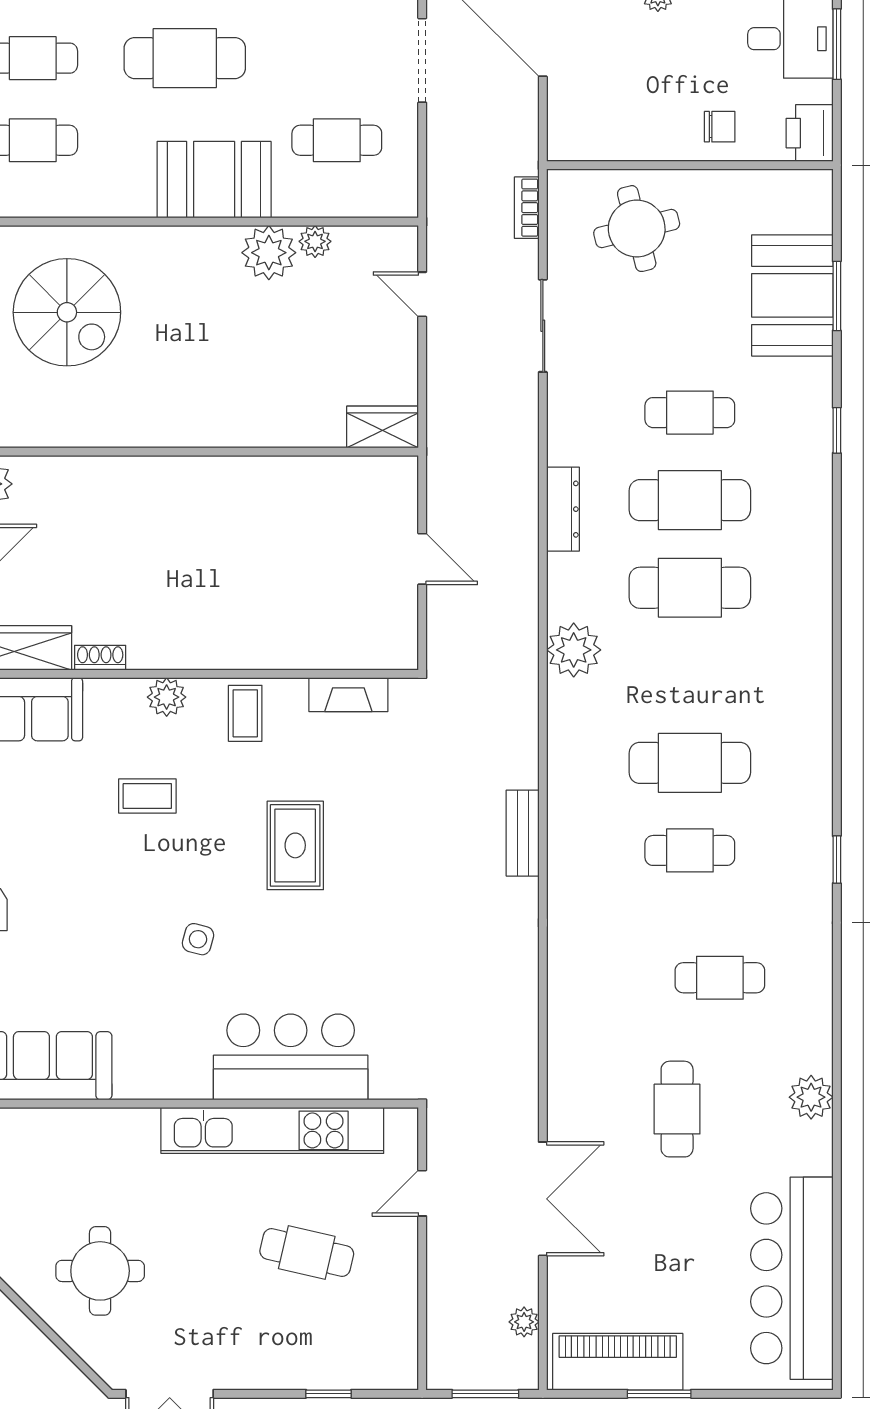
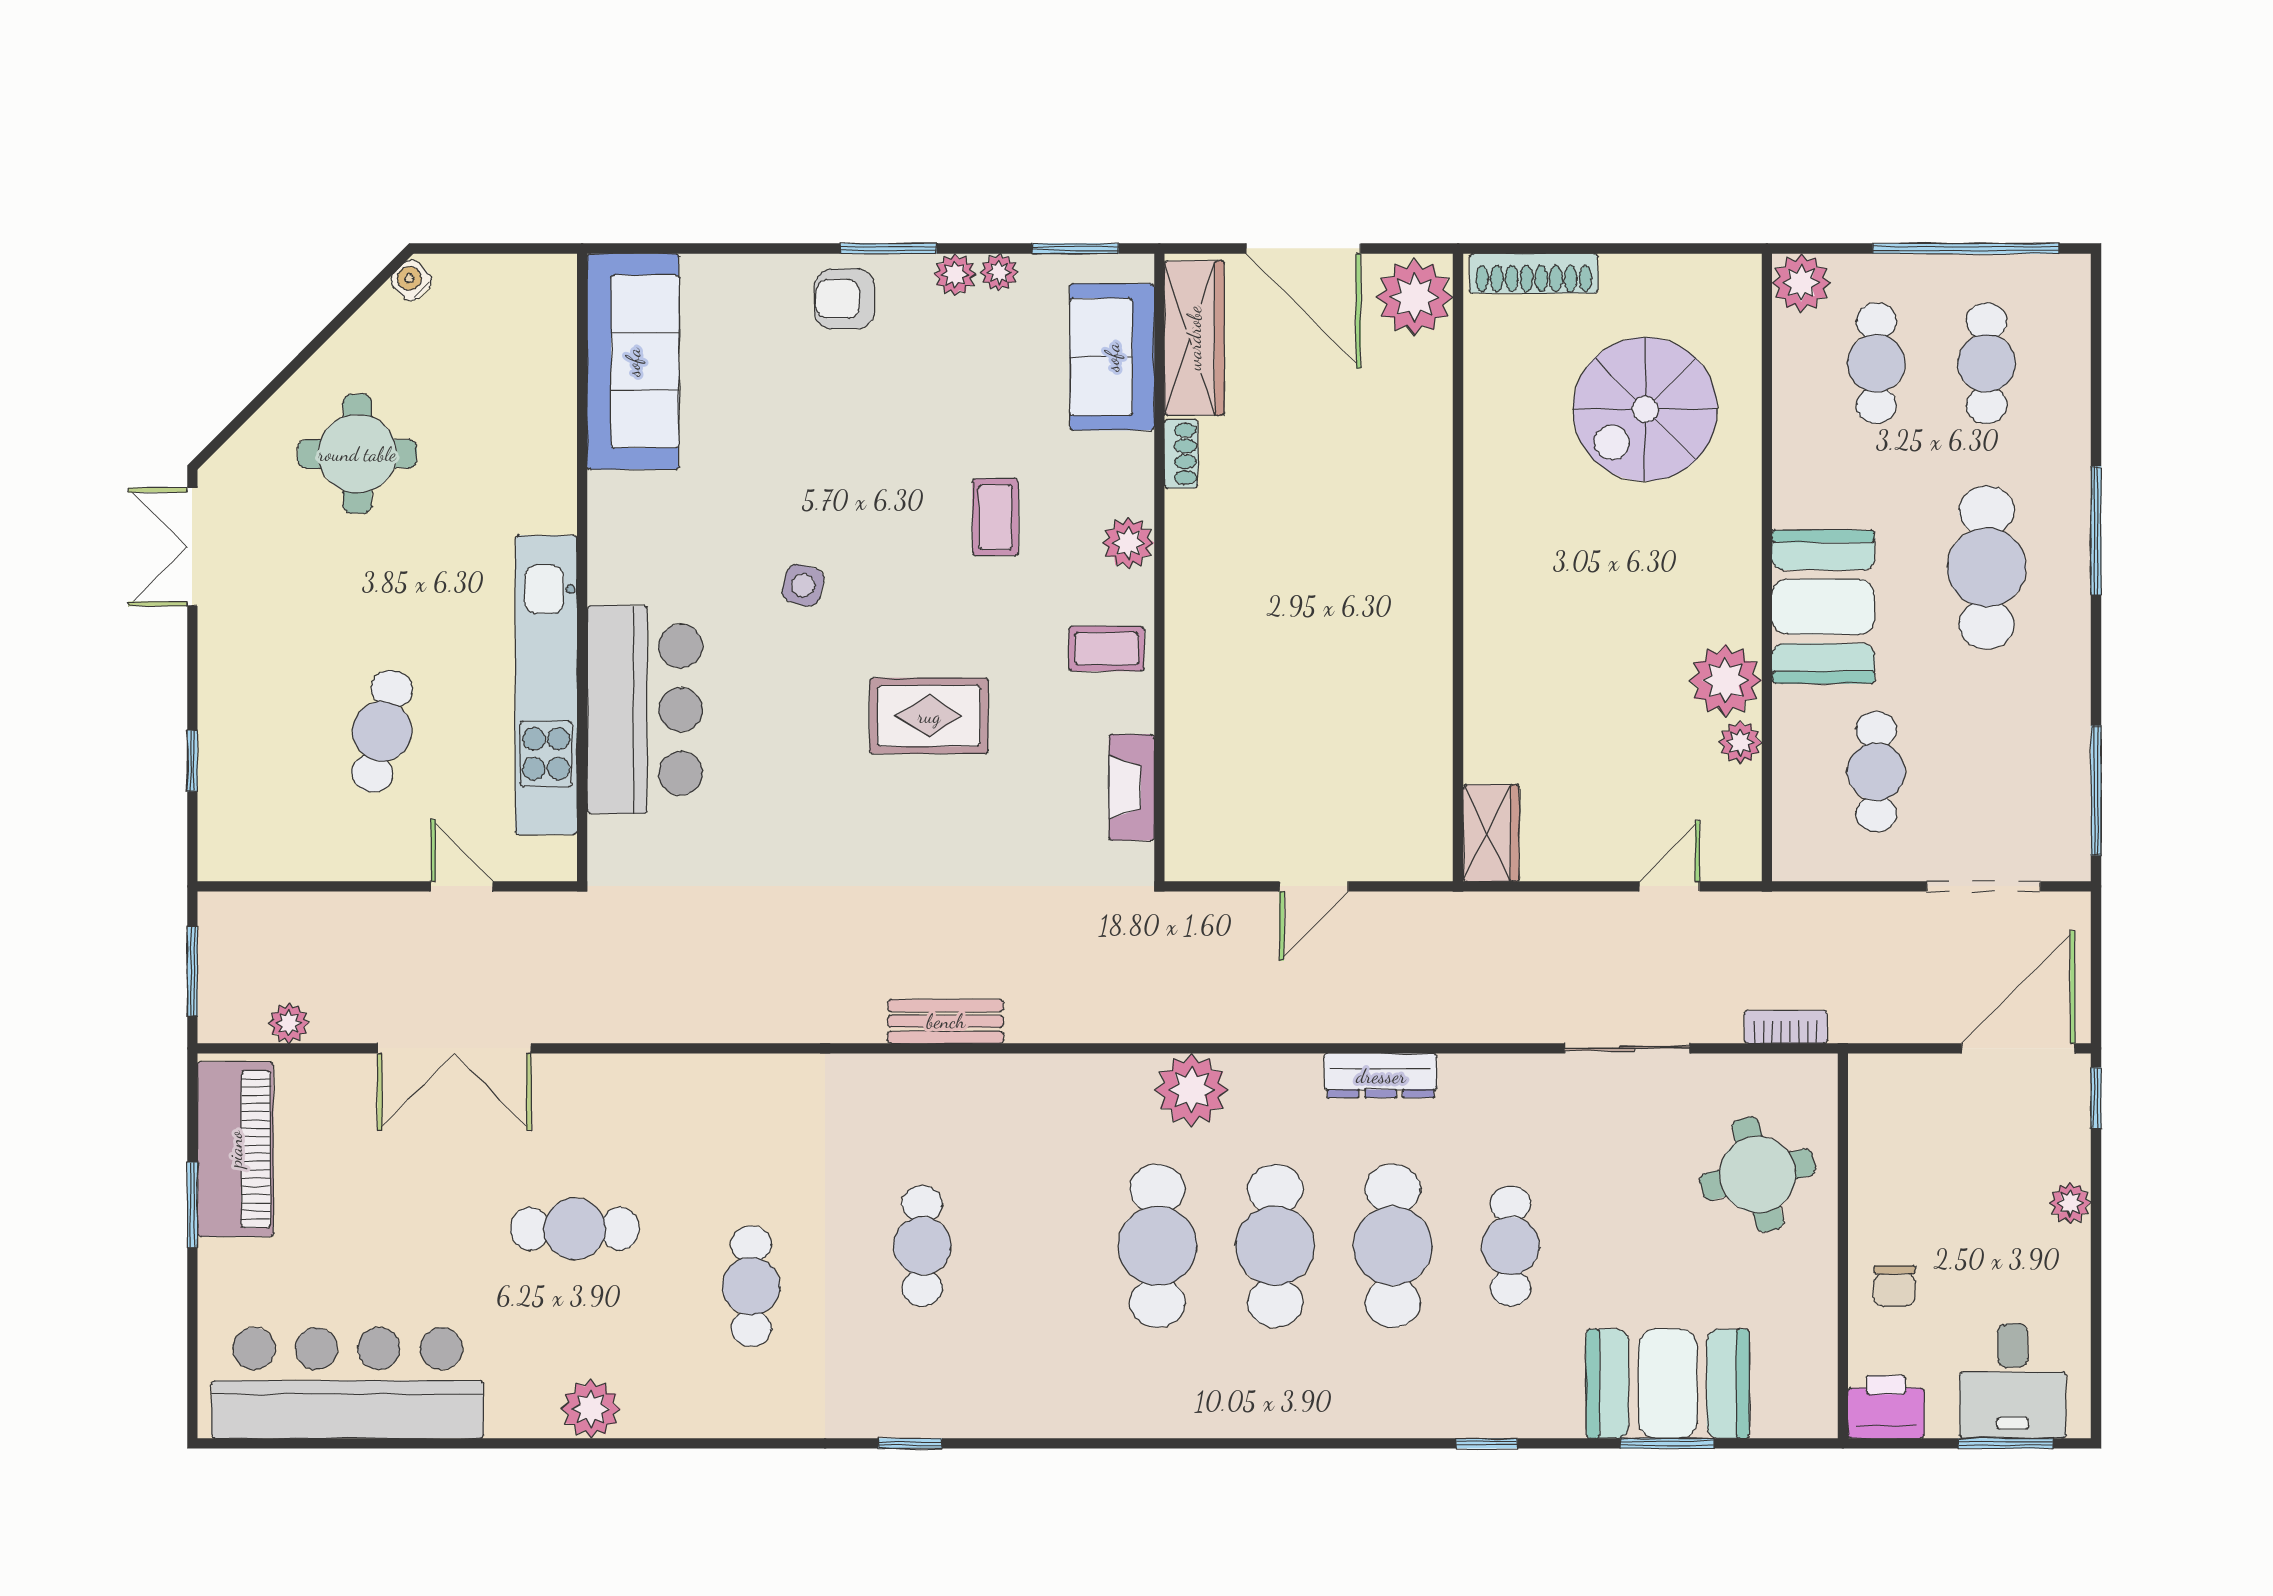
cafe table: (690, 763) -> (1158, 1246), moved

